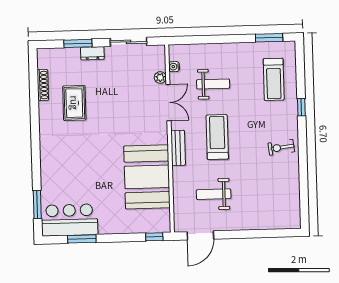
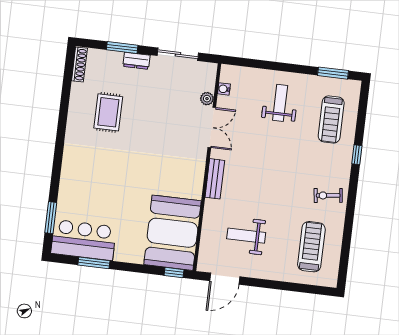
weight bench: (213, 84) -> (280, 103), moved, turned -90
shoe rack: (43, 85) -> (79, 65), moved
treadmill: (217, 137) -> (311, 247), moved
booth: (147, 177) -> (172, 233), moved

